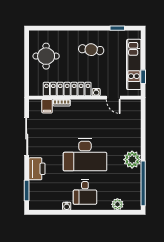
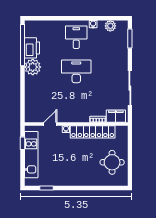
cafe table: (91, 50) -> (71, 168), removed
door: (113, 98) -> (50, 124), hinge flipped
filing cabinet: (47, 106) -> (116, 116), width x2.00
desk: (85, 155) -> (76, 71), width x0.73, depth x0.77
printer: (37, 169) -> (32, 48), moved, turned 180
plant: (117, 204) -> (110, 26), moved

